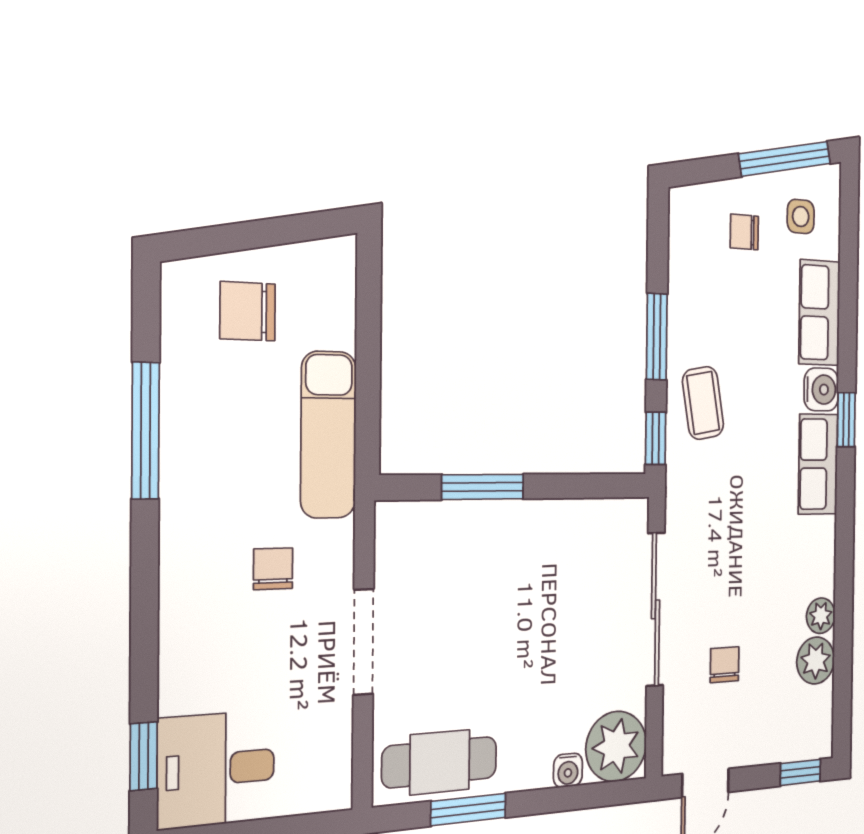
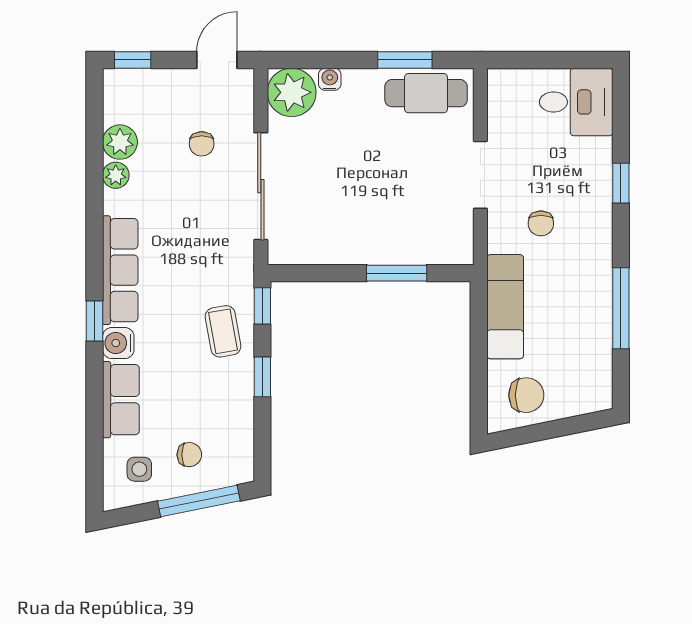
window: (785, 159) -> (199, 501), moved
chair: (248, 311) -> (526, 395), moved
window: (657, 337) -> (262, 377), width x0.67
row of seats: (818, 464) -> (120, 270), width x1.48
window: (144, 756) -> (621, 183), moved

